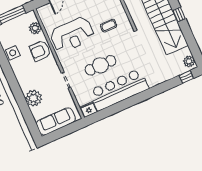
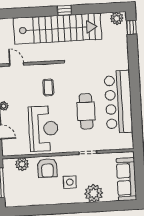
side table: (13, 53) -> (70, 182), moved
fridge: (88, 109) -> (127, 141), removed

